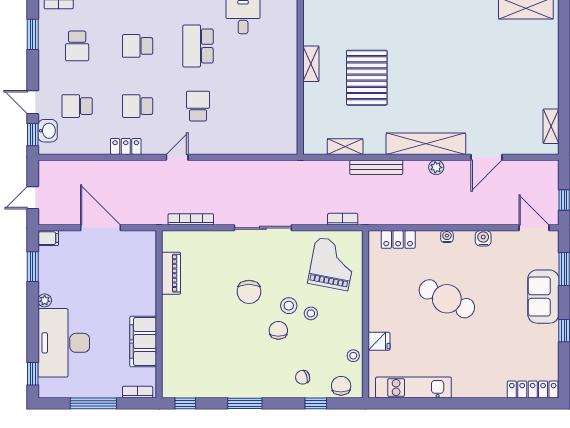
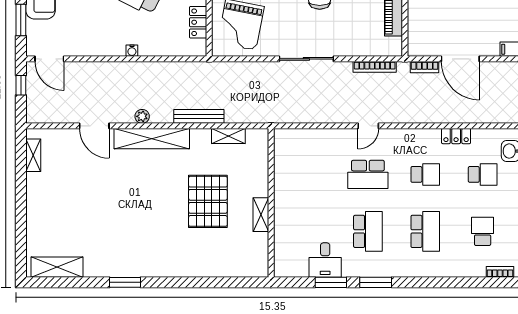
school desk: (138, 46) -> (425, 231), width x1.85
school desk: (198, 106) -> (368, 174), width x1.85
locker: (126, 146) -> (456, 136), moved
door: (177, 157) -> (368, 126), moved
door: (487, 157) -> (94, 126), swing flipped
bookcase: (343, 219) -> (425, 67), moved
water cooler: (483, 238) -> (98, 49), removed
locker: (398, 239) -> (198, 22), moved, turned -90

